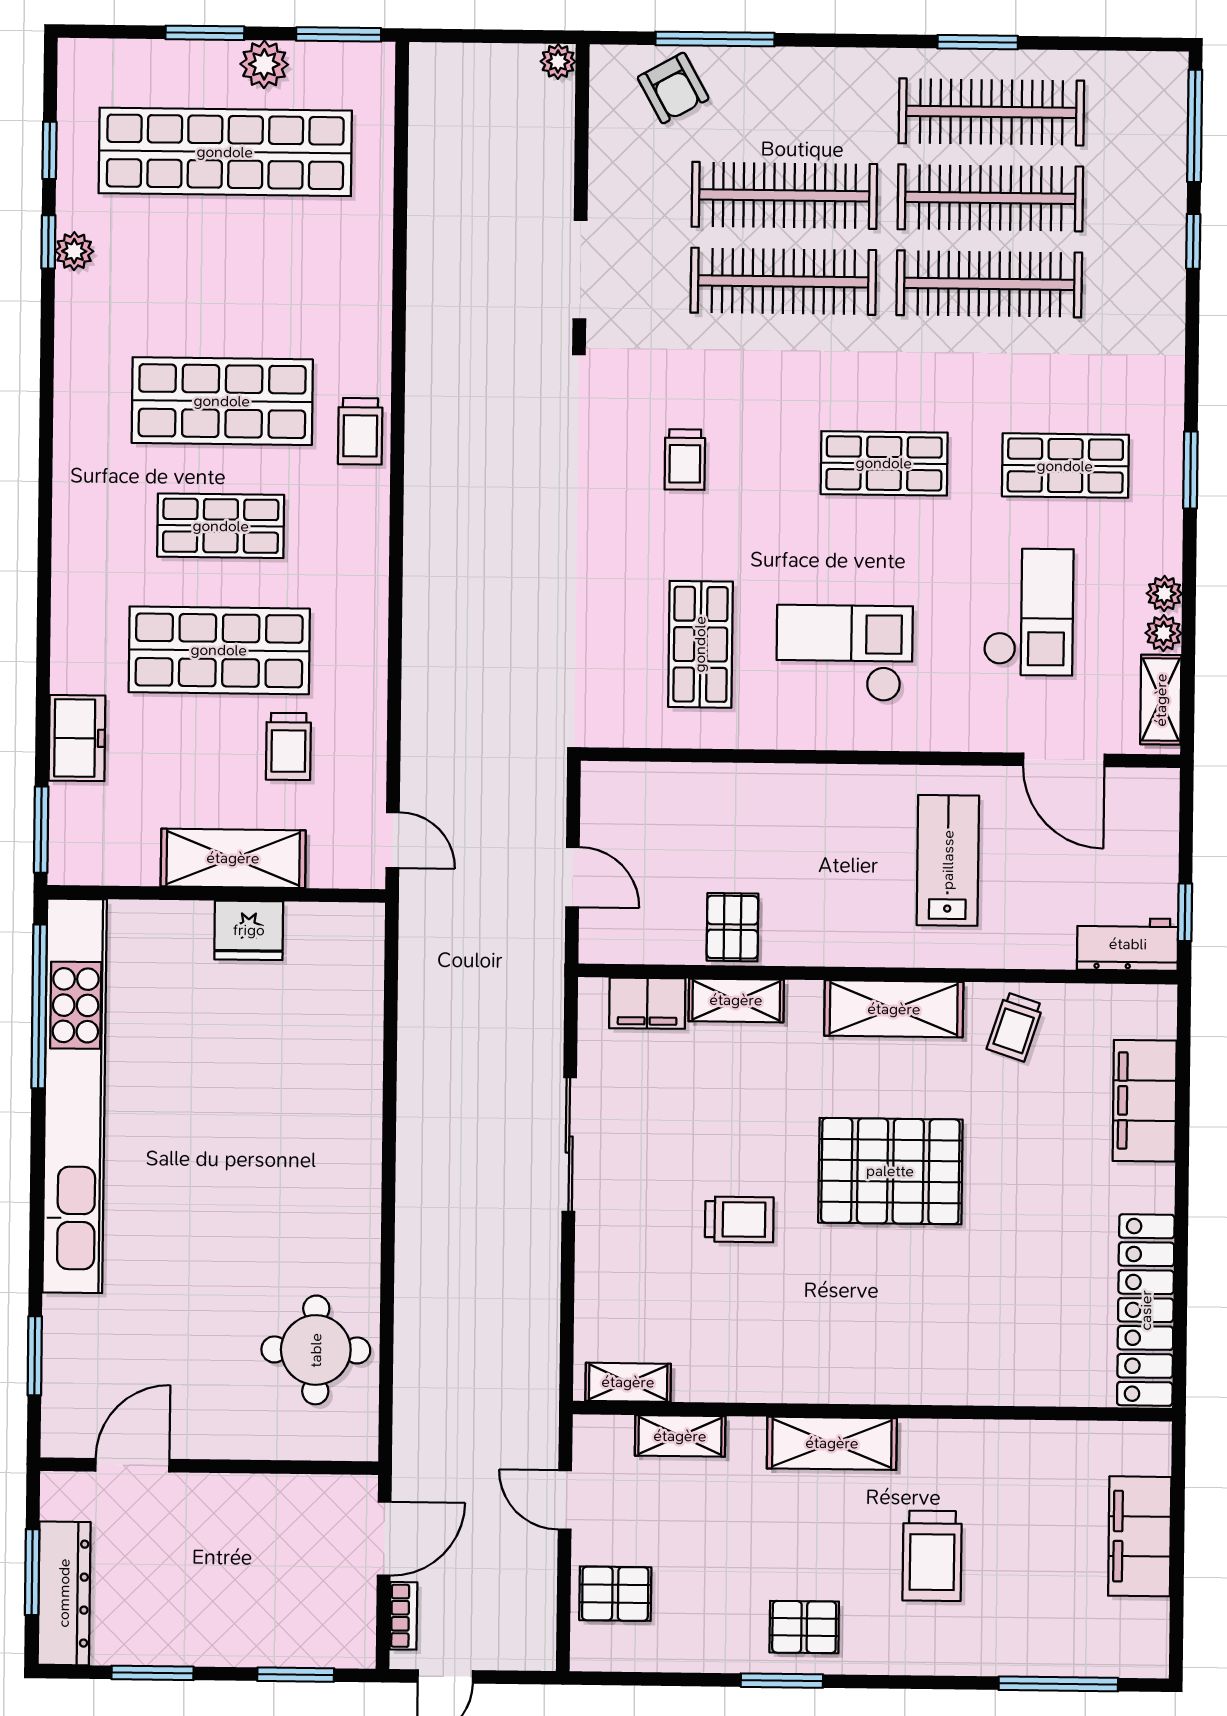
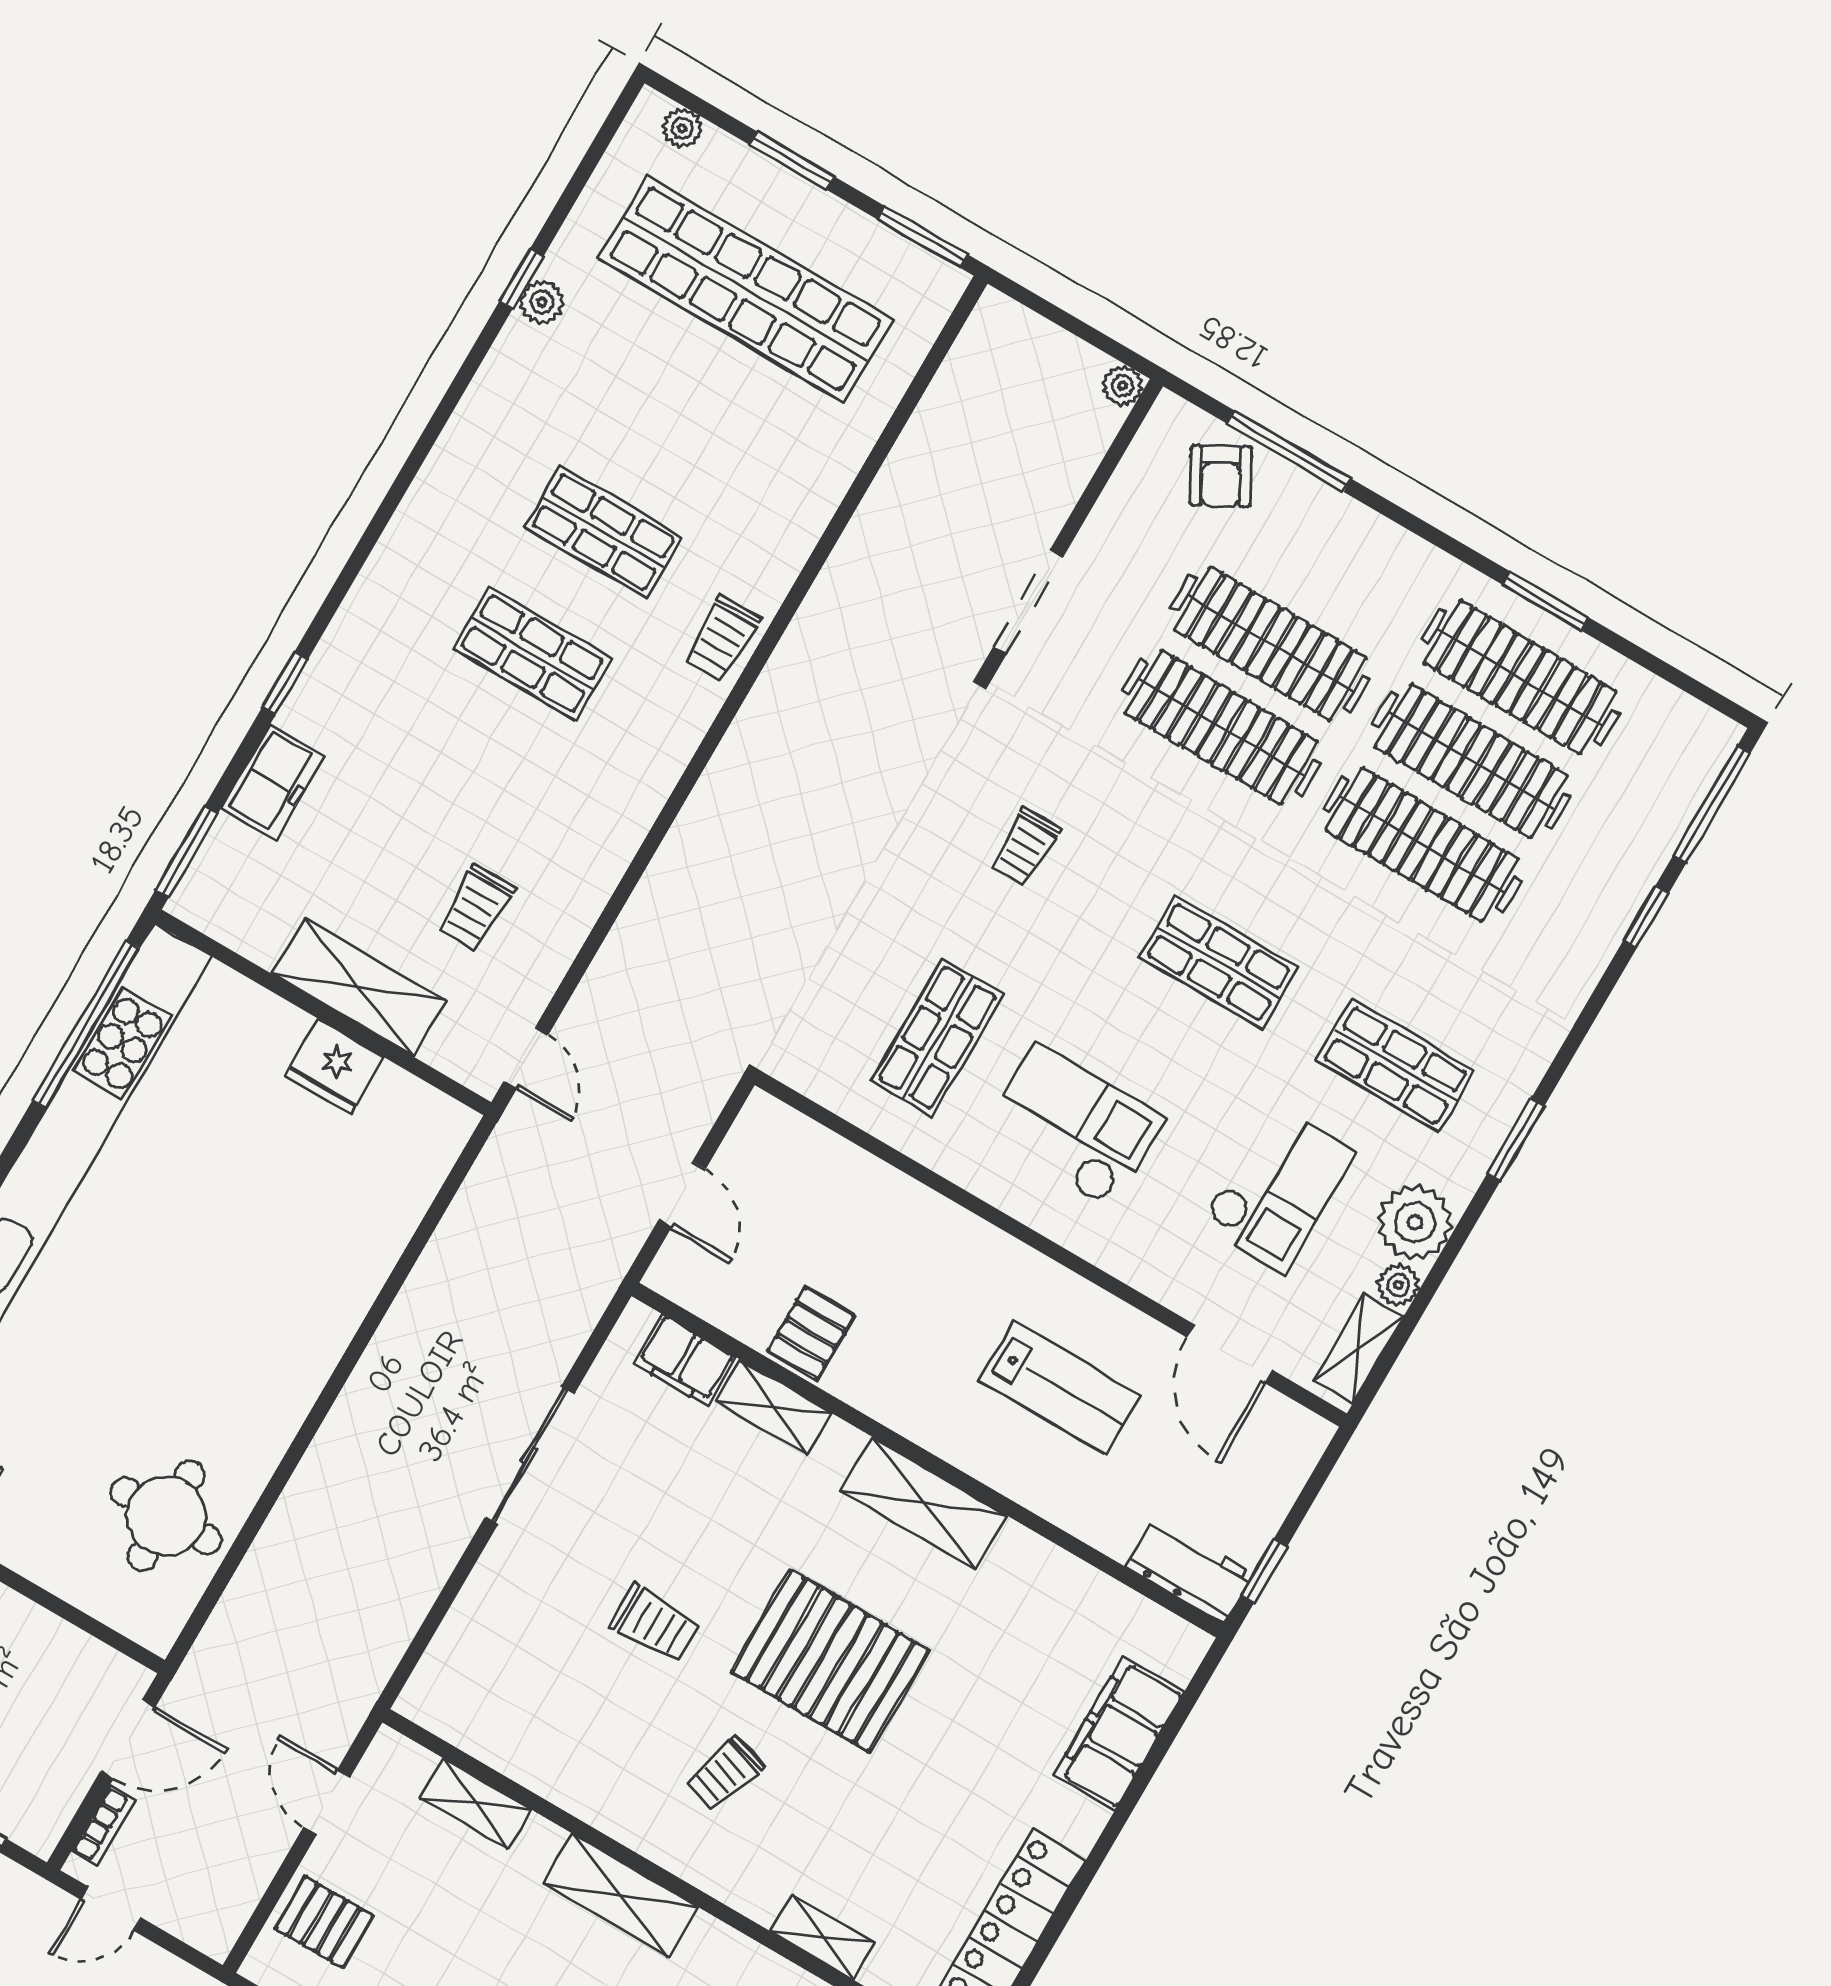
plant: (264, 64) -> (682, 128), moved, width x0.73, depth x0.73
window: (49, 150) -> (285, 683), moved
shop shelf: (222, 401) -> (603, 532), width x0.70, depth x0.74
plant: (1164, 594) -> (1415, 1222), width x1.87, depth x1.87
shop shelf: (219, 650) -> (461, 775), removed
lab bench: (948, 860) -> (1060, 1388), turned 90
trolley: (1015, 1027) -> (725, 1773), moved
shelving: (628, 1382) -> (823, 1937), moved

